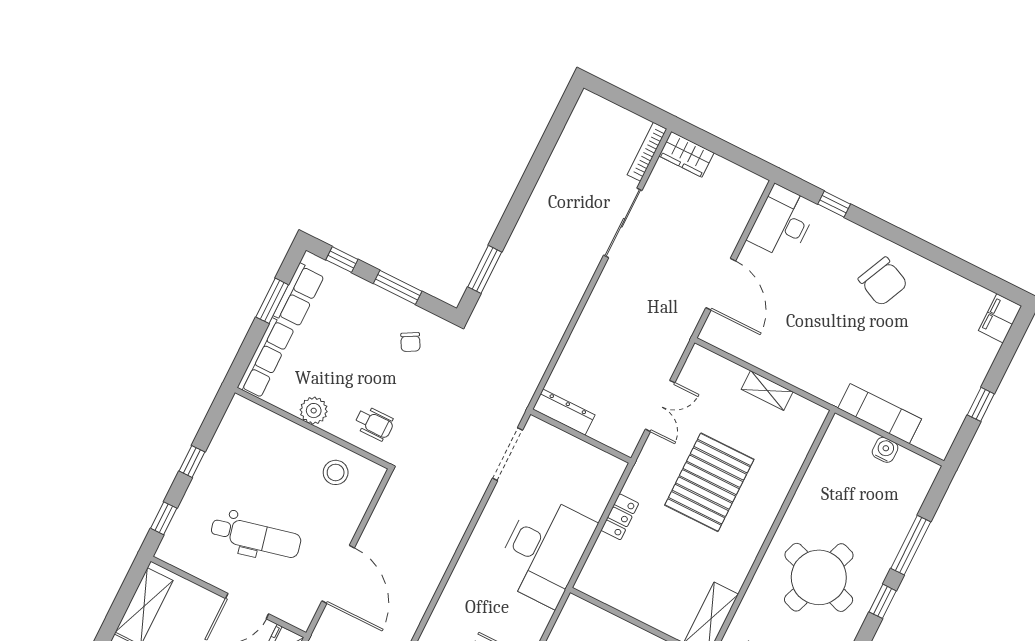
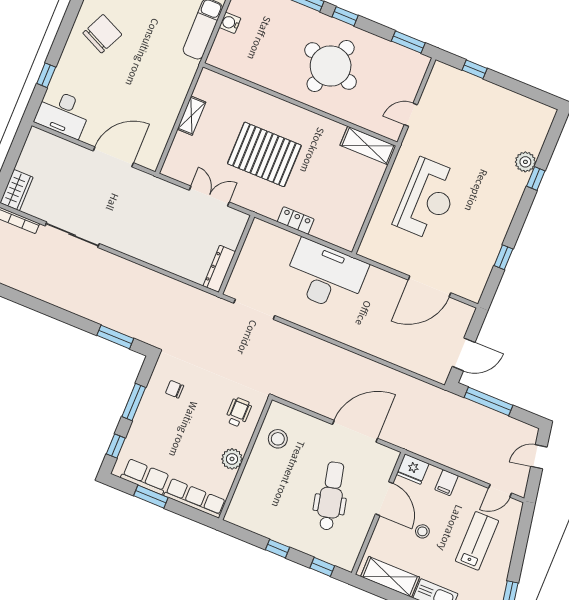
chair: (410, 342) -> (175, 389), turned -151

